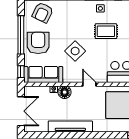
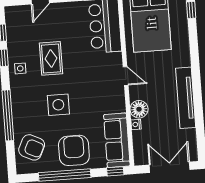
armchair: (38, 43) -> (74, 150), turned 90
side table: (75, 51) -> (58, 105), moved, turned 45
door: (89, 84) -> (126, 76), swing flipped

